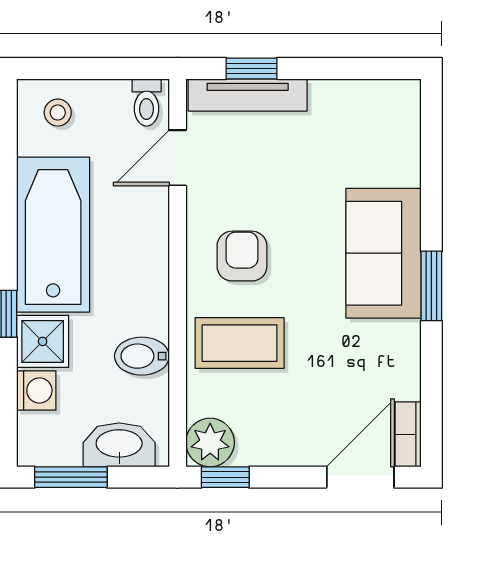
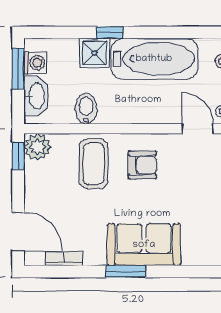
washing machine: (36, 390) -> (35, 63), moved, turned -90
bookcase: (408, 434) -> (64, 258), moved

